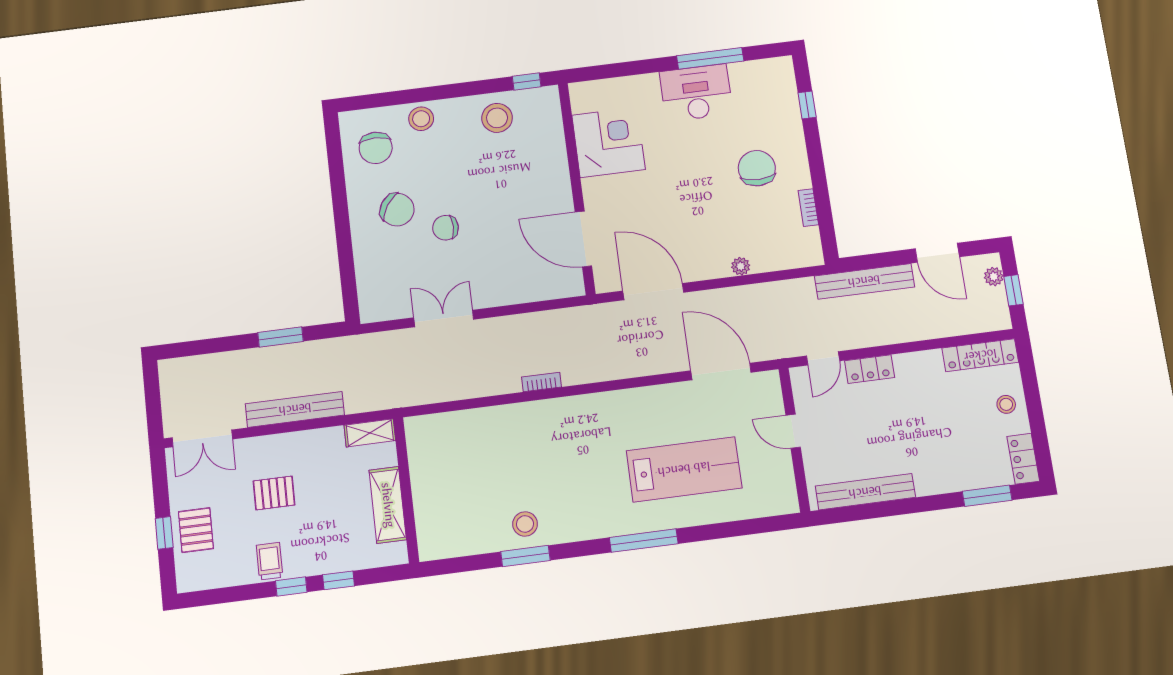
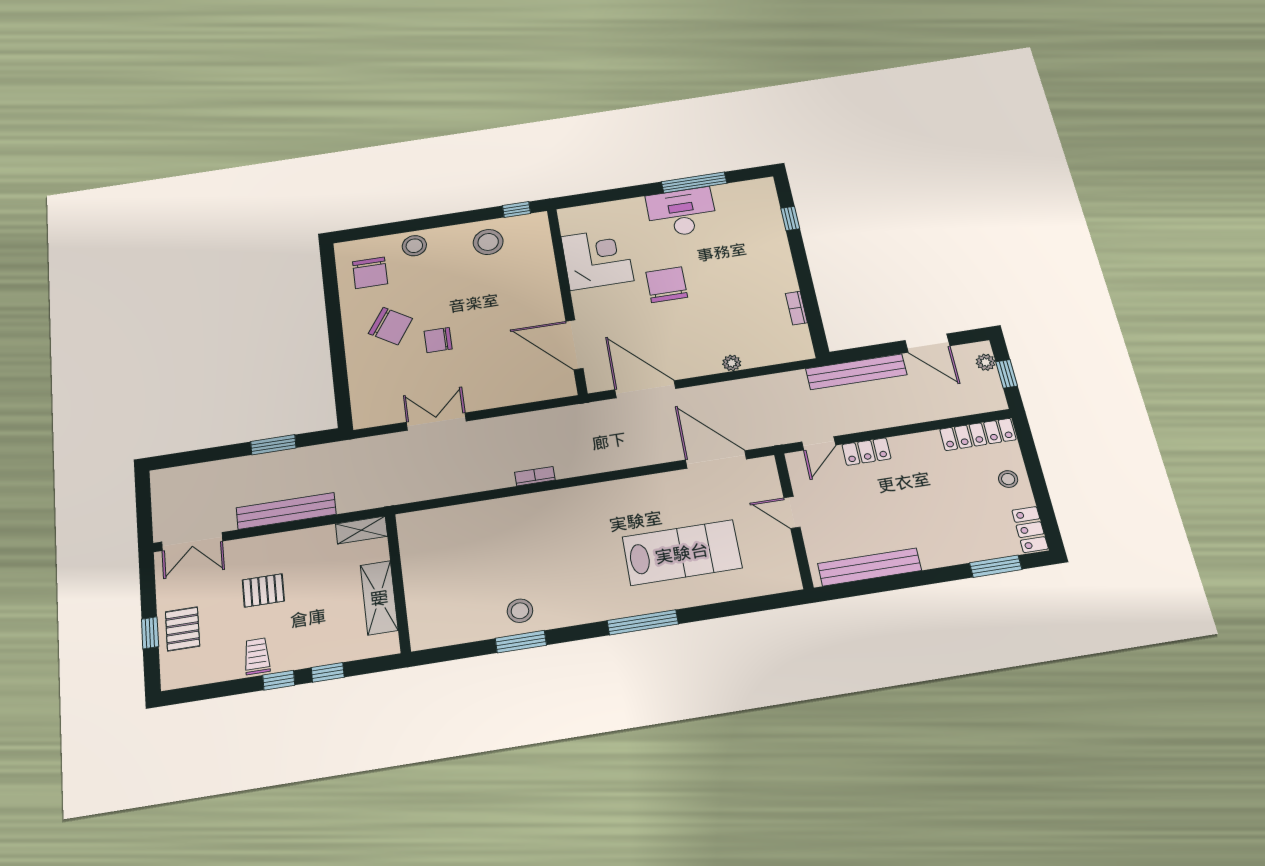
chair: (757, 168) -> (667, 285), moved

